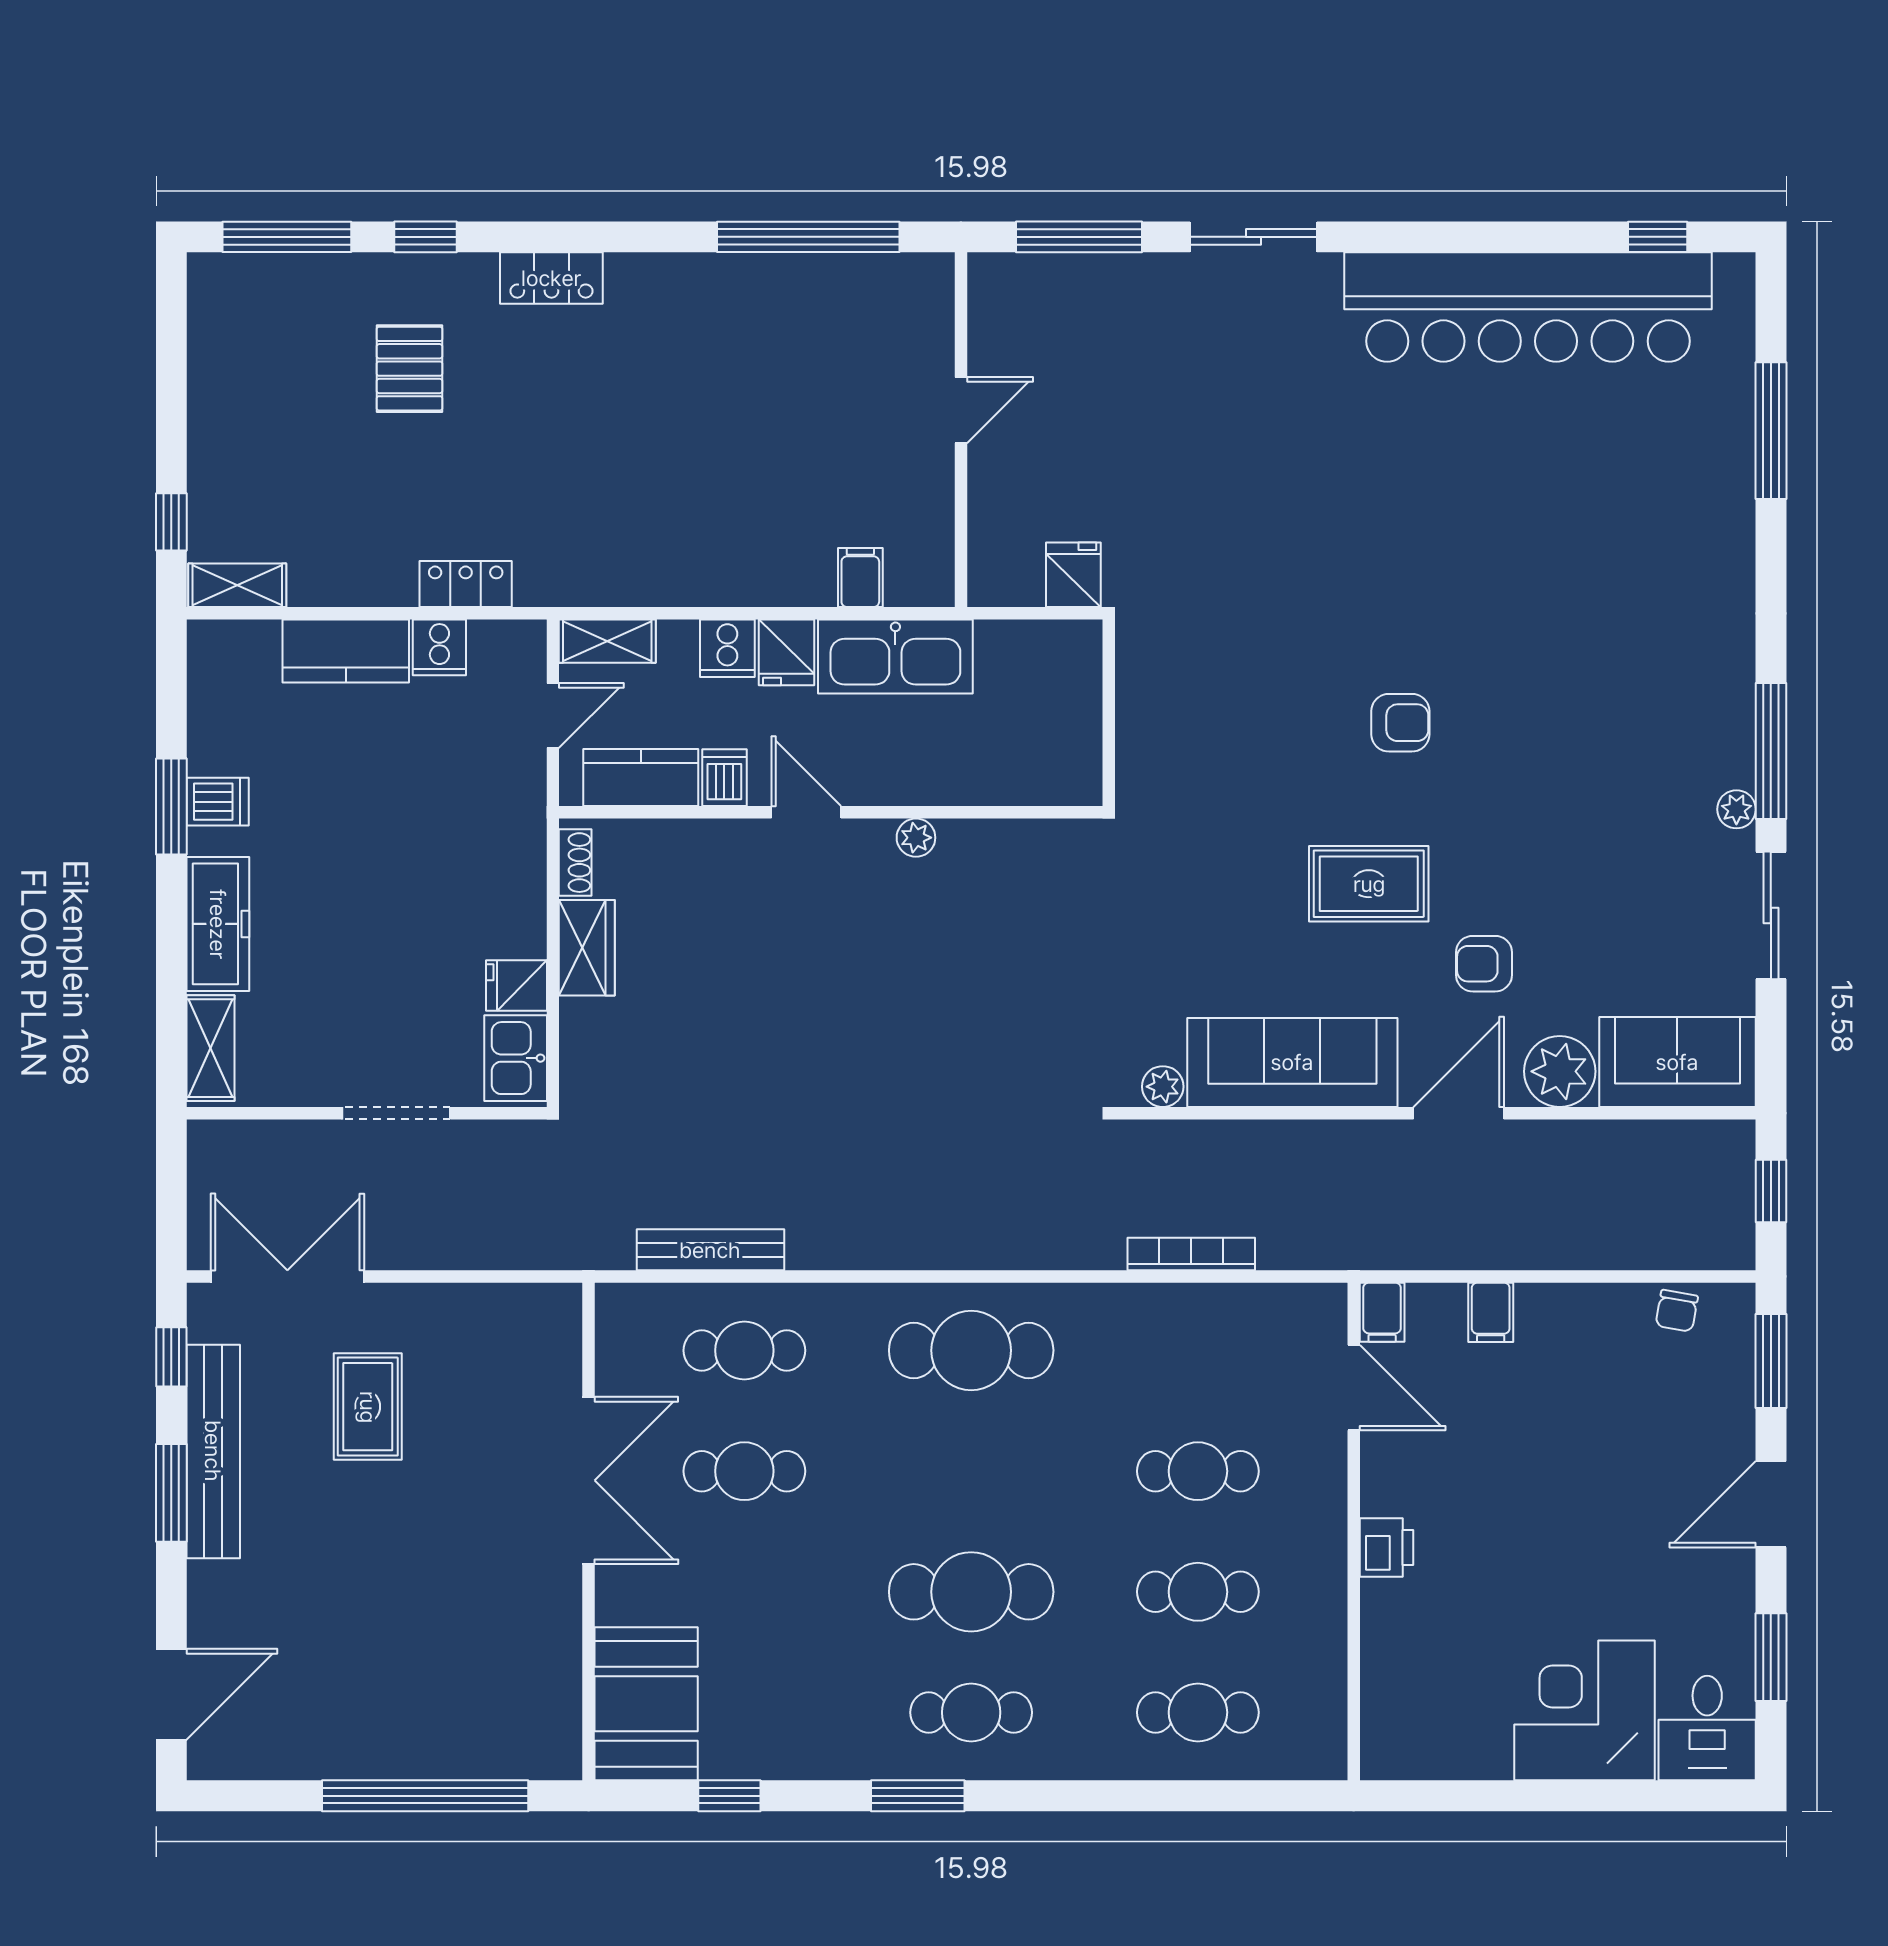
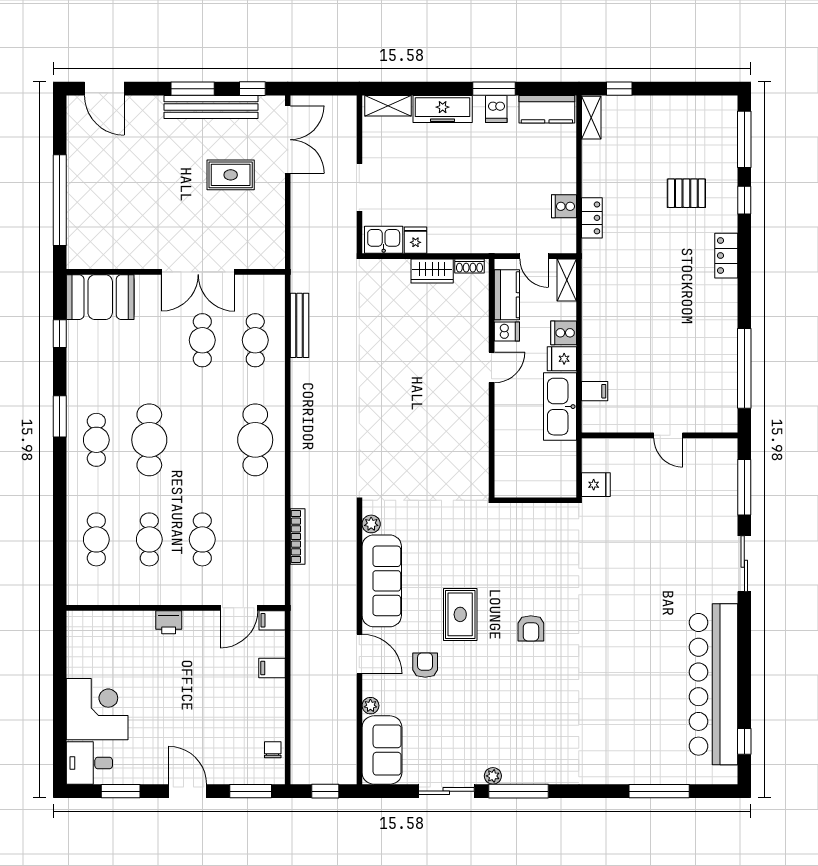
kitchen counter: (346, 651) -> (547, 109), moved, turned -90
plant: (916, 838) -> (480, 416), removed
plant: (1560, 1071) -> (370, 706), width x0.53, depth x0.53
chair: (1677, 1311) -> (273, 750), turned 80

